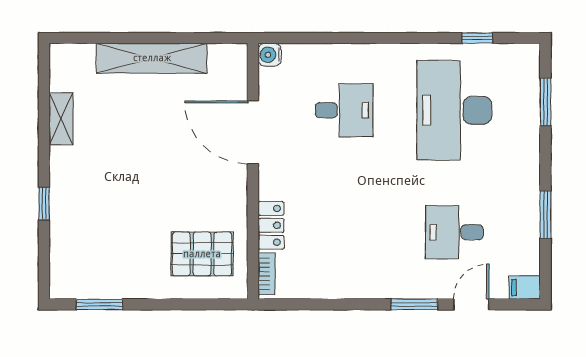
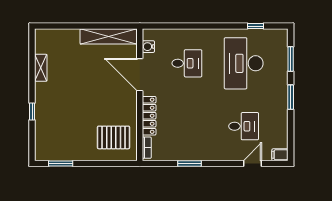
water cooler: (270, 55) -> (148, 47), moved
shelving: (152, 58) -> (109, 36), moved
window: (545, 215) -> (291, 97), moved
locker: (271, 225) -> (149, 116), width x1.53
desk: (454, 232) -> (244, 126), turned 180
window: (414, 304) -> (190, 163), moved

